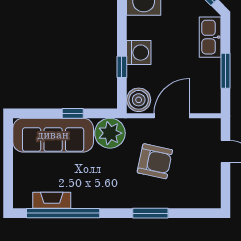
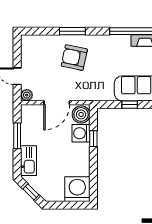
washing machine: (139, 53) -> (81, 133), moved
plant: (110, 133) -> (27, 95), moved, width x0.53, depth x0.53
armchair: (155, 161) -> (74, 58), moved

